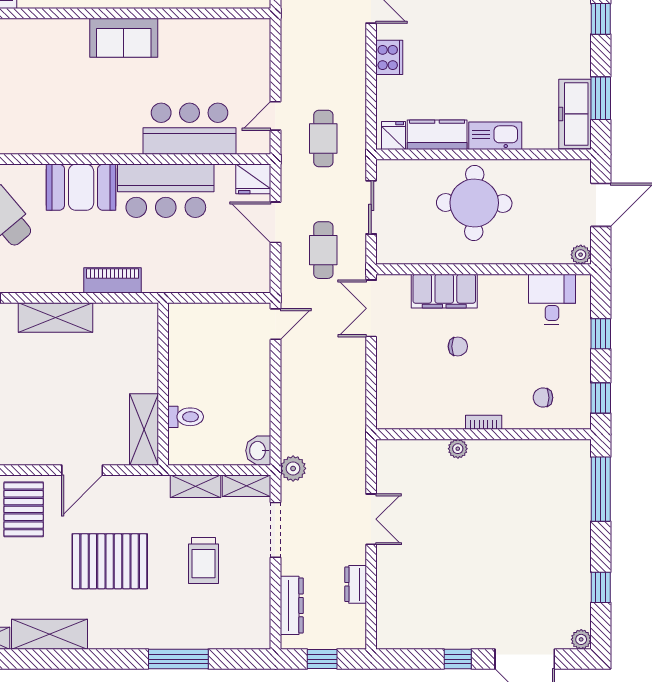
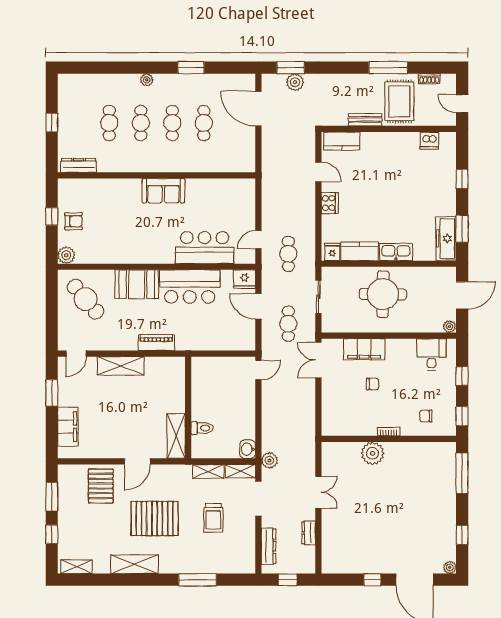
plant: (458, 449) -> (373, 453), width x1.87, depth x1.87
shelving: (49, 634) -> (135, 564), moved

